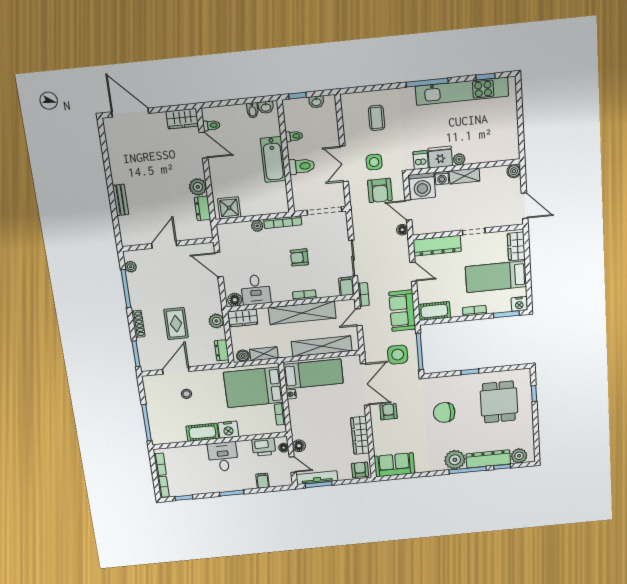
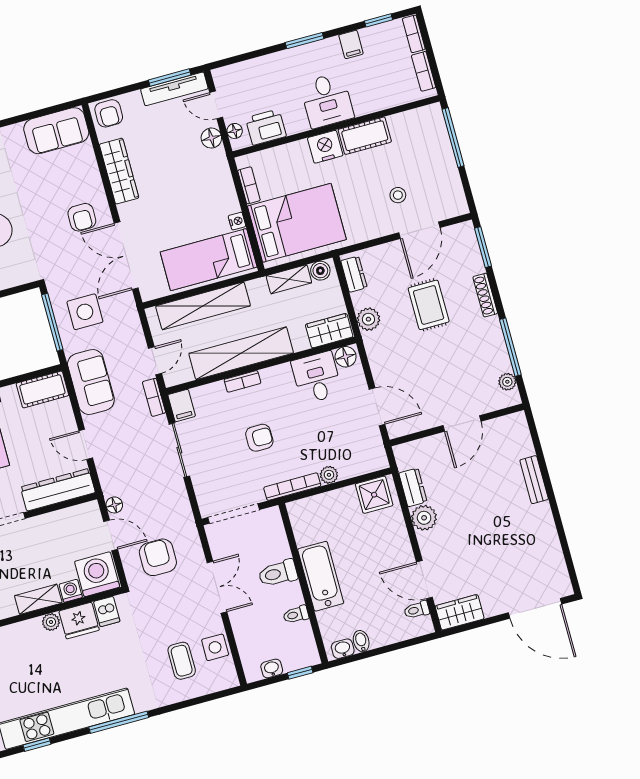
side table: (374, 162) -> (215, 647), moved
filing cabinet: (263, 481) -> (351, 44), moved

